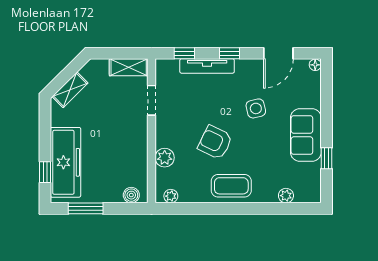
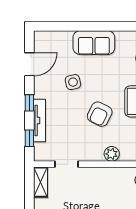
door: (278, 53) -> (29, 64), hinge flipped
floor lamp: (315, 65) -> (39, 35), removed
window: (327, 158) -> (112, 26), removed

